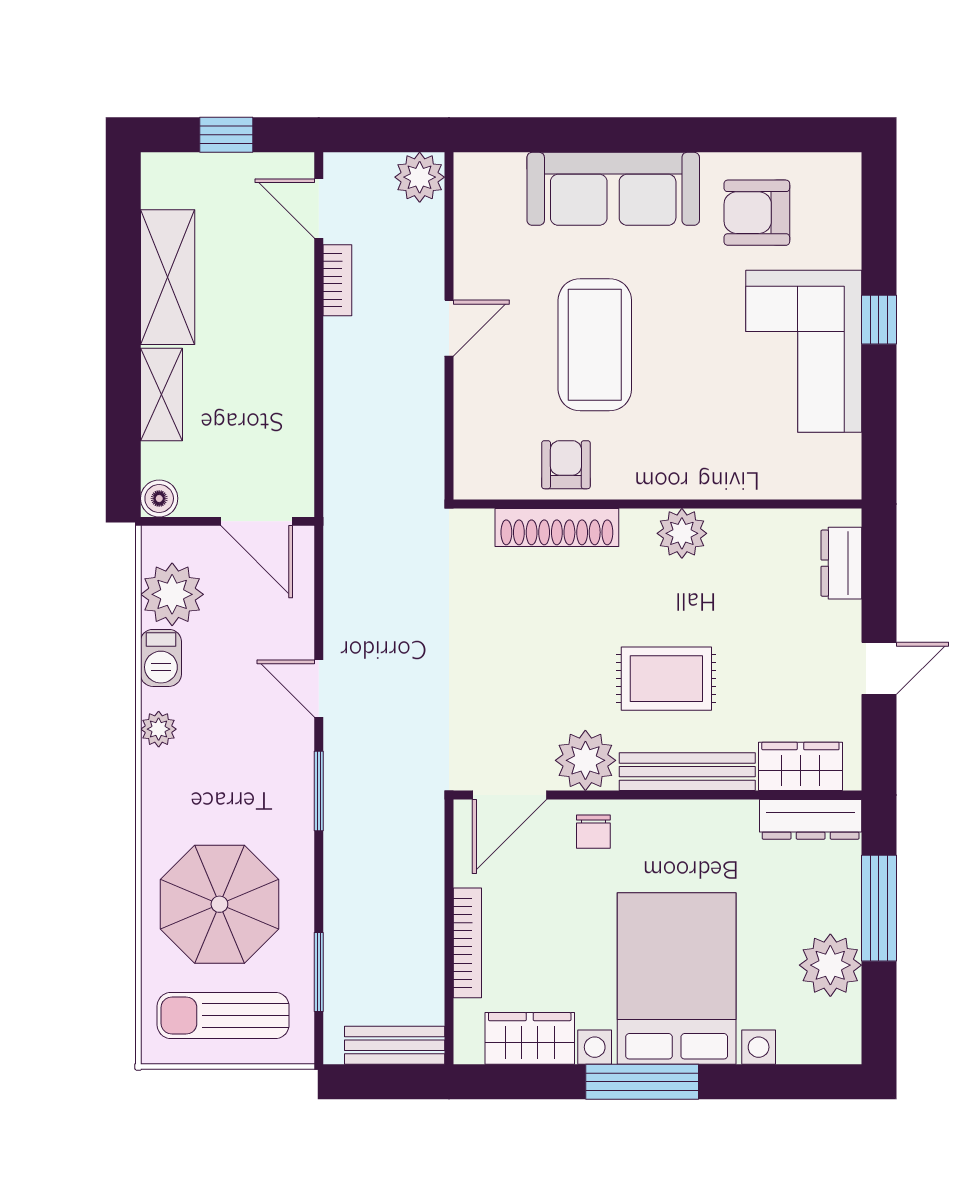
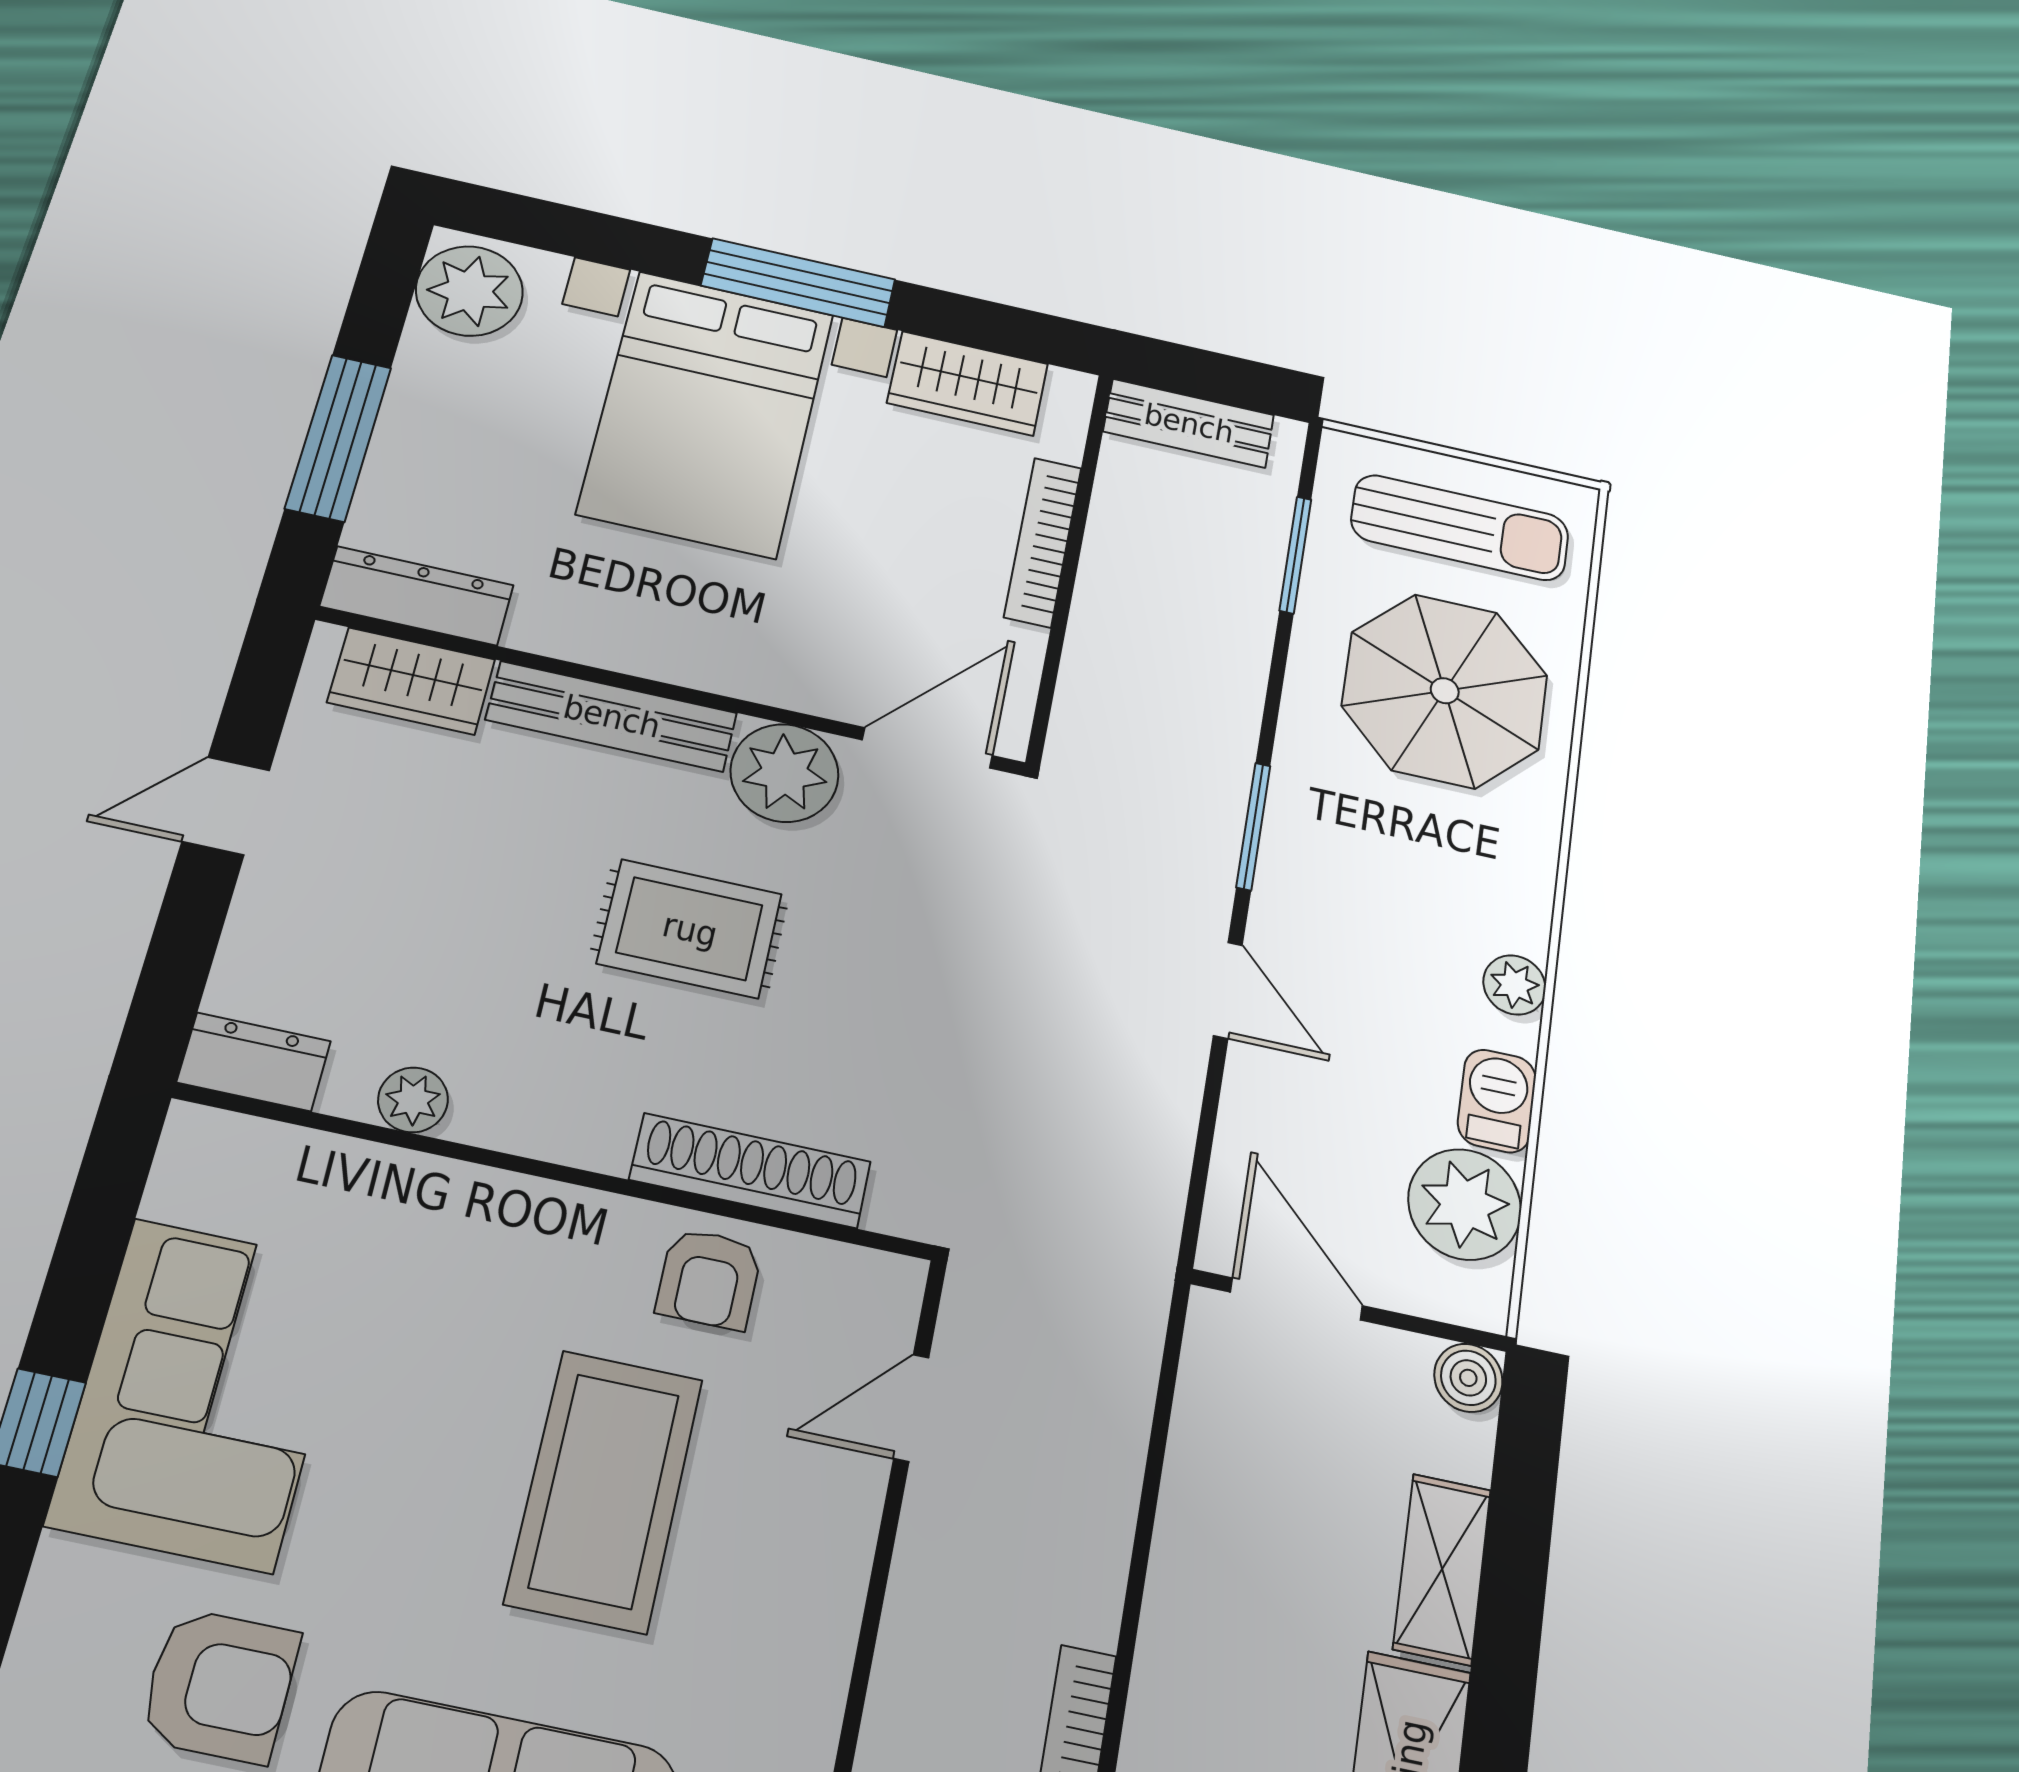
door: (449, 328) -> (911, 1408), moved
plant: (682, 533) -> (413, 1100), moved, width x0.73, depth x0.73
dresser: (841, 563) -> (254, 1062), moved, turned -90
rug: (666, 679) -> (690, 929), moved
chair: (593, 832) -> (796, 660), removed
plant: (830, 965) -> (469, 291), moved

